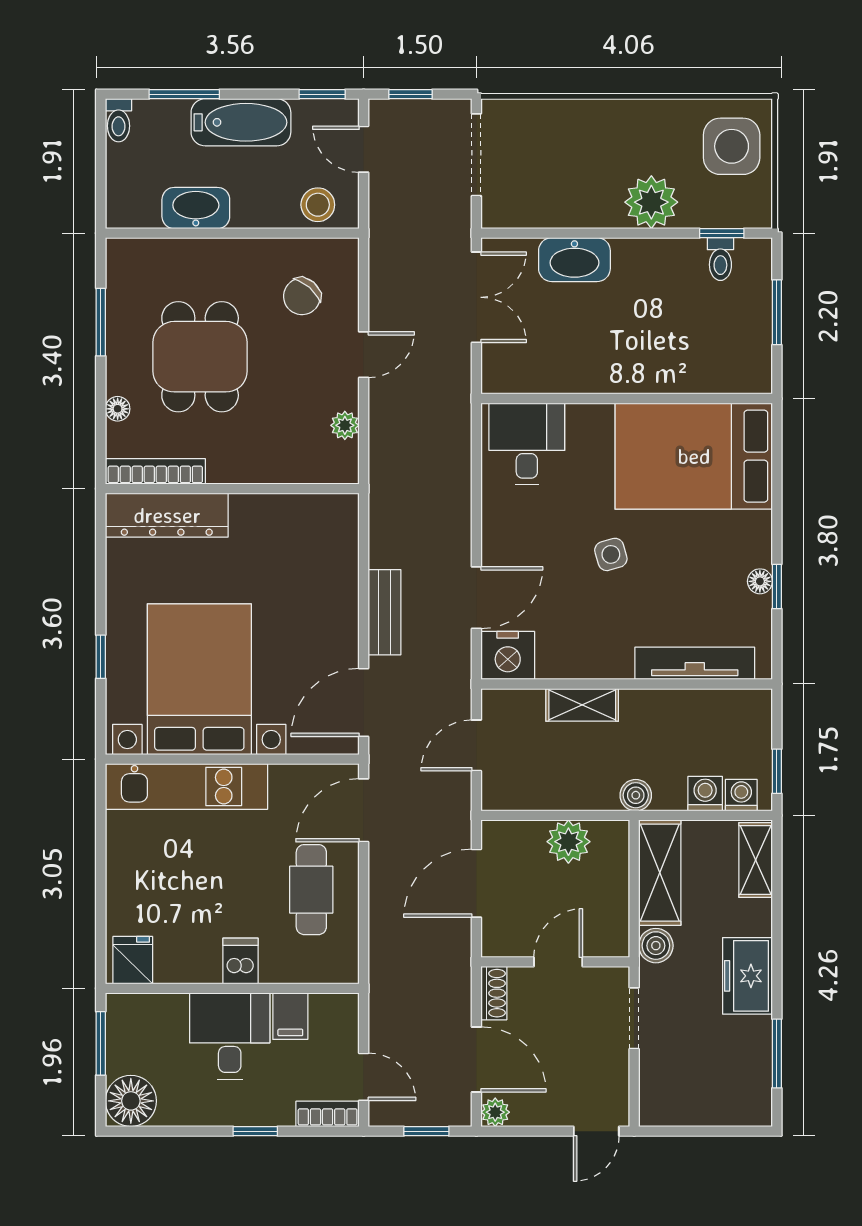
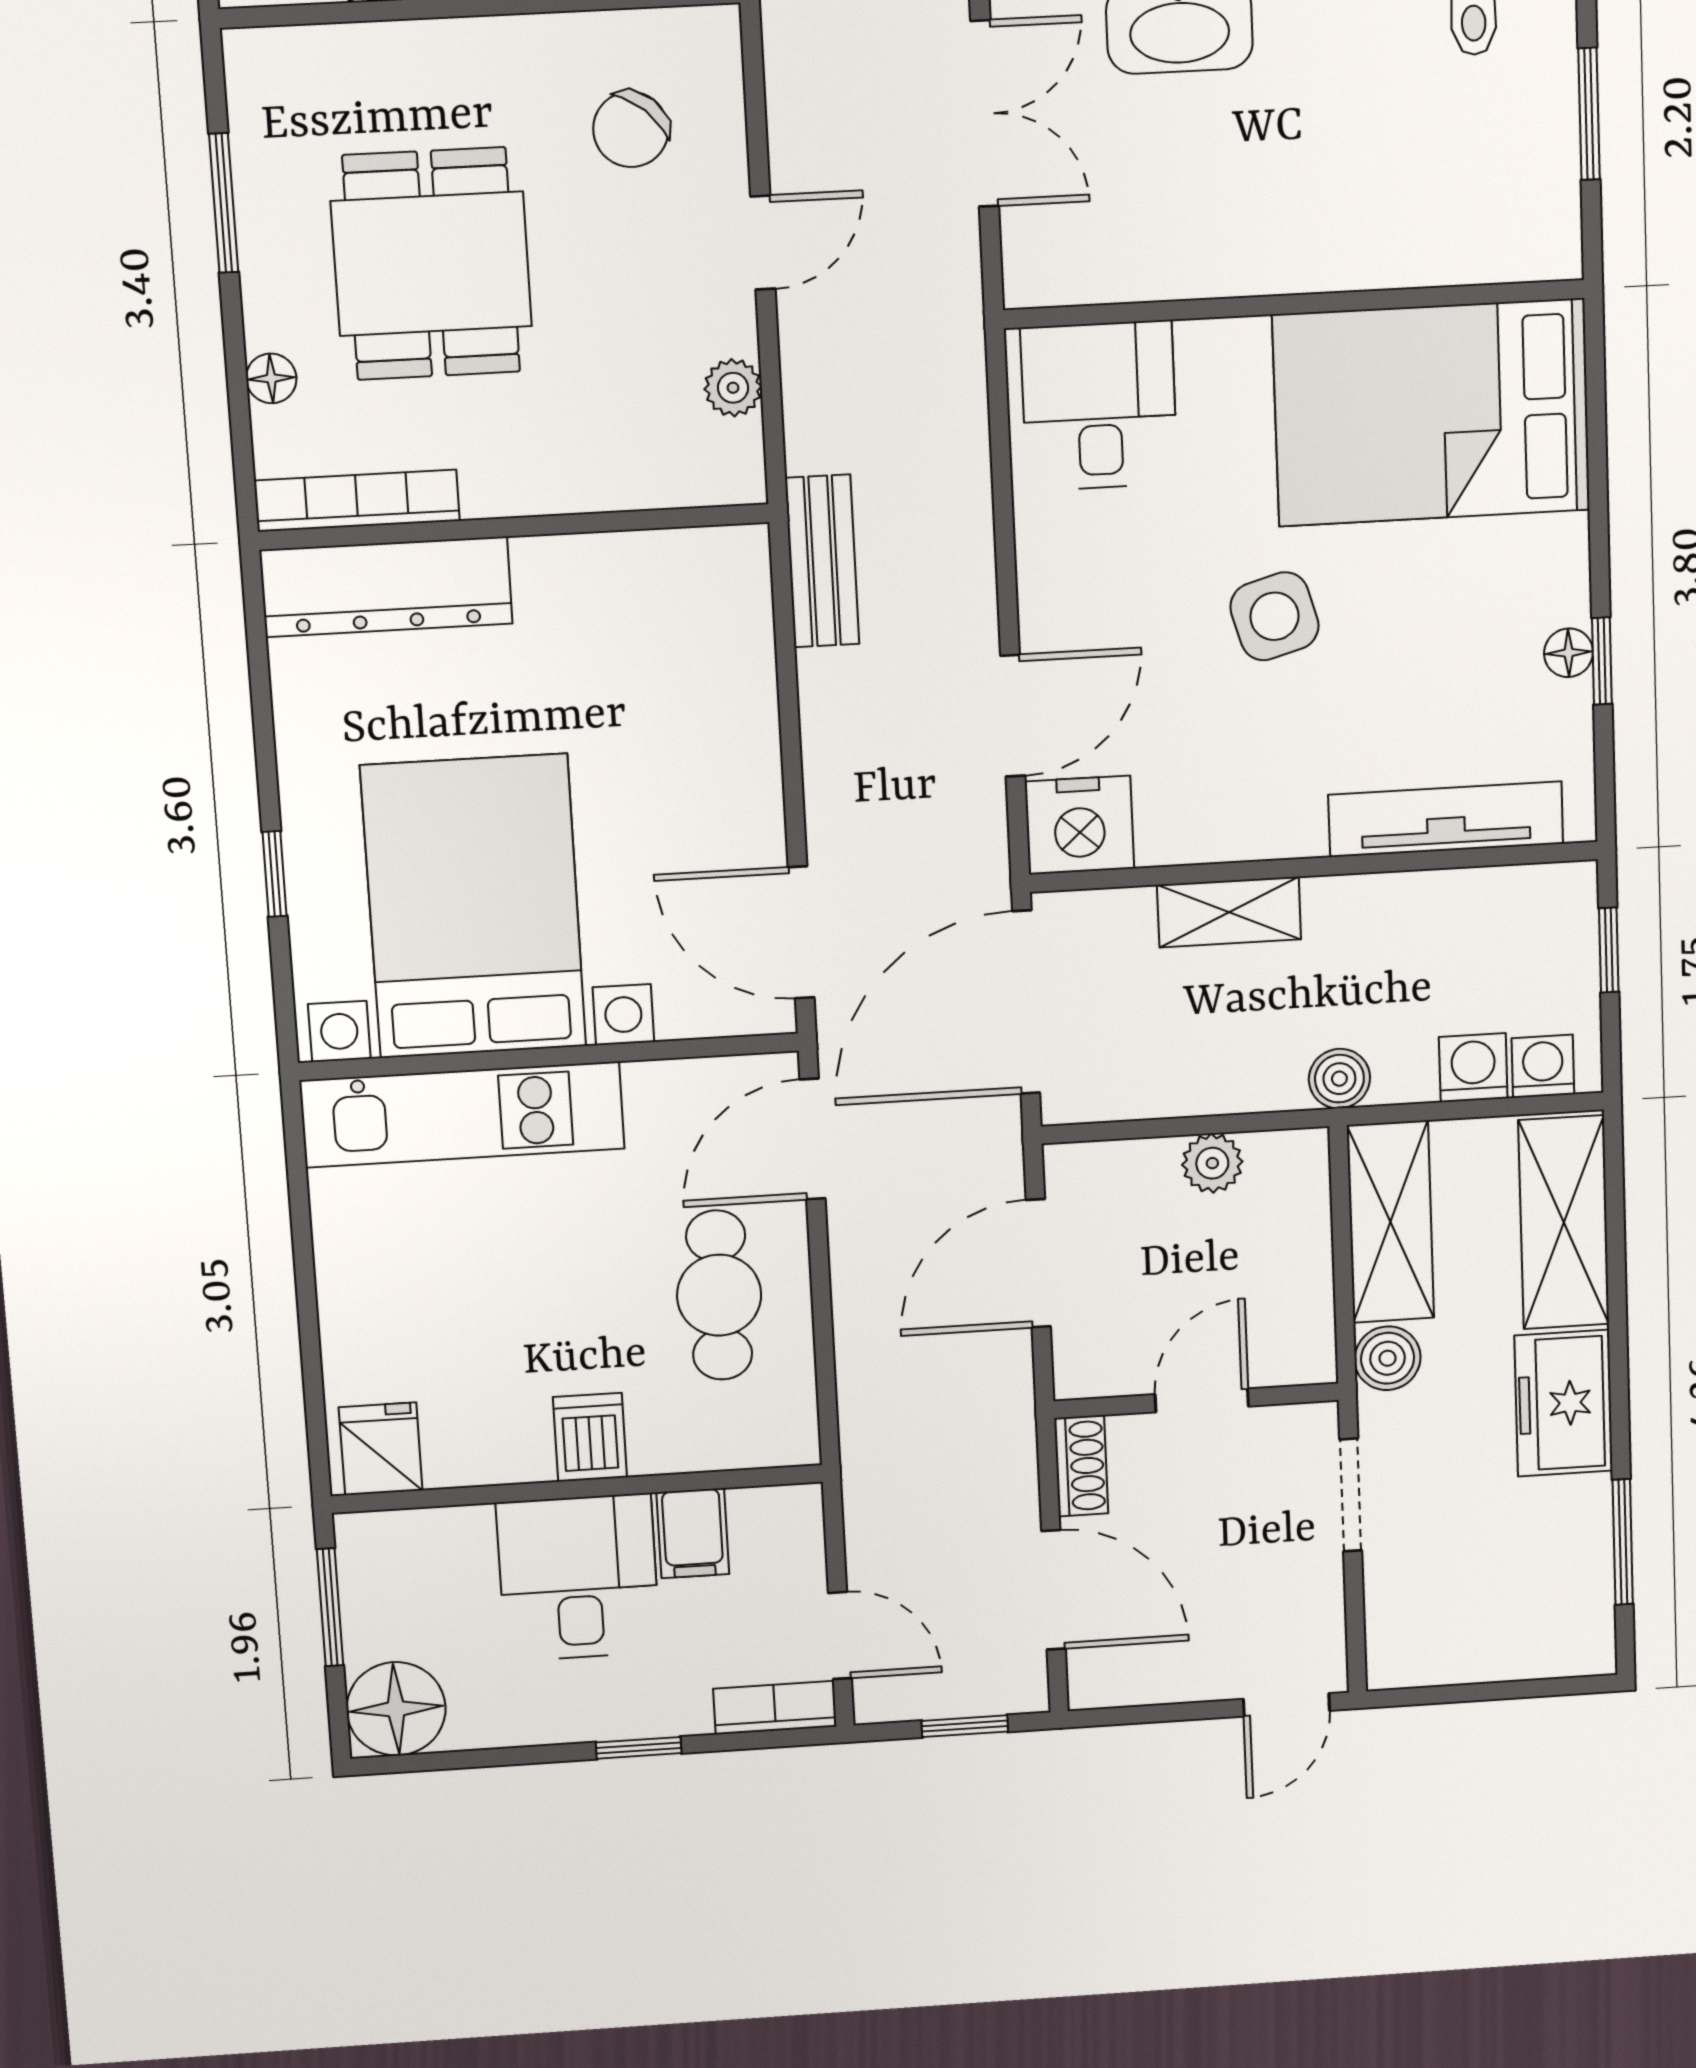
side table: (611, 554) -> (1274, 616), width x1.37, depth x1.37
bench: (385, 612) -> (822, 561), moved
door: (364, 702) -> (801, 932), hinge flipped
door: (476, 745) -> (1026, 1002), width x1.87
window: (777, 771) -> (1609, 950), moved
plant: (568, 842) -> (1212, 1163), width x0.73, depth x0.73
shelving: (756, 860) -> (1564, 1222), width x1.50, depth x1.33
plant: (495, 1112) -> (1094, 1683), removed

